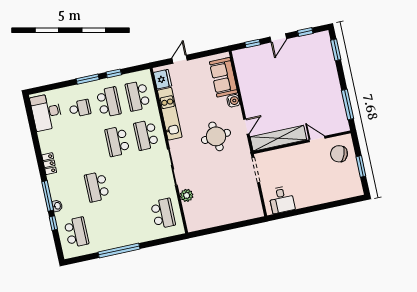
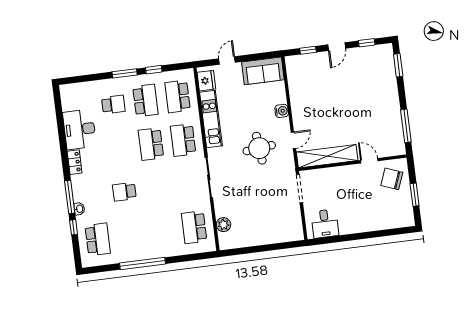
sofa: (224, 77) -> (263, 71), moved, turned -90
desk: (46, 112) -> (79, 129), moved
school desk: (97, 187) -> (124, 192), width x0.54
plant: (187, 195) -> (223, 225), moved
school desk: (163, 213) -> (194, 227), turned 180

